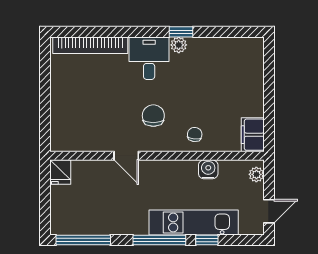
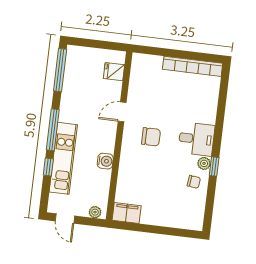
bookcase: (90, 45) -> (193, 66), moved, turned -90
chair: (195, 134) -> (194, 182), moved
water cooler: (208, 169) -> (105, 161), moved
fridge: (60, 172) -> (114, 72), moved

